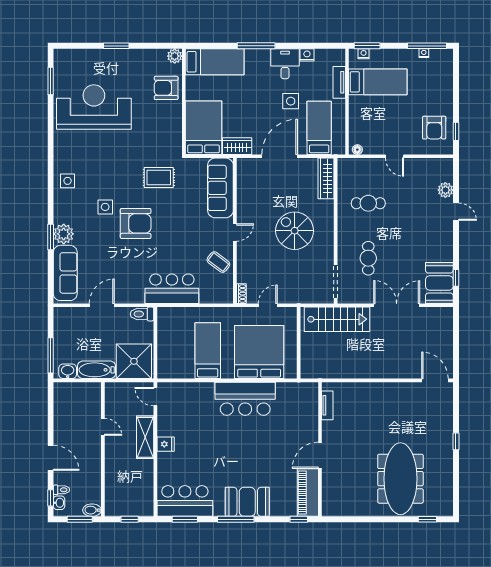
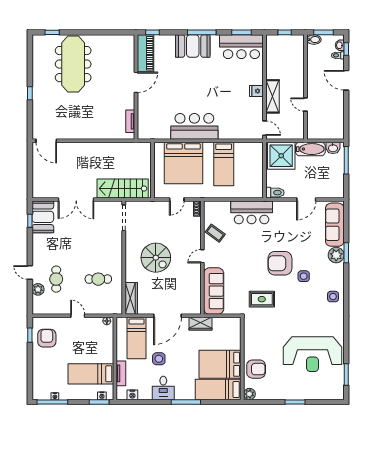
nightstand: (307, 55) -> (132, 395), moved
bed: (204, 128) -> (220, 364), moved, turned 90
cafe table: (368, 258) -> (56, 279), moved

